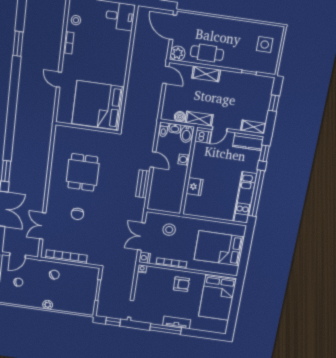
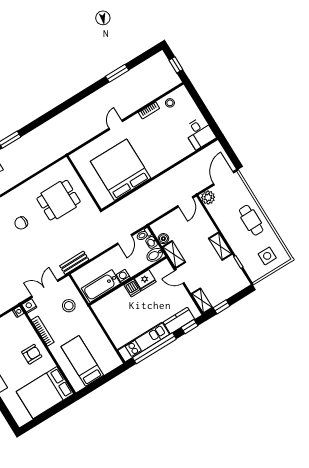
cafe table: (207, 53) -> (251, 220), moved
shelving: (206, 74) -> (220, 246), moved
window: (274, 103) -> (222, 307), moved
wall: (87, 128) -> (84, 183), moved
dishwasher: (203, 137) -> (132, 288), moved
kitchen counter: (248, 142) -> (179, 321), moved, turned 90
door: (153, 160) -> (125, 239), moved
washing machine: (184, 160) -> (123, 276), moved
bench: (143, 184) -> (74, 263), moved
fridge: (195, 187) -> (145, 280), moved
bathtub: (175, 194) -> (101, 286), added
bed: (219, 248) -> (82, 361), width x0.67
armchair: (181, 284) -> (32, 354), turned -89

